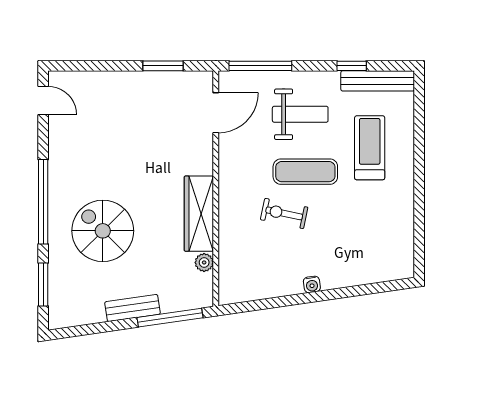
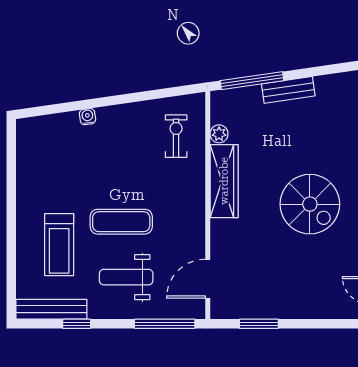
exercise bike: (284, 213) -> (176, 136), moved, turned -102
spiral stairs: (103, 231) -> (310, 204), moved
water cooler: (312, 284) -> (88, 117), moved

